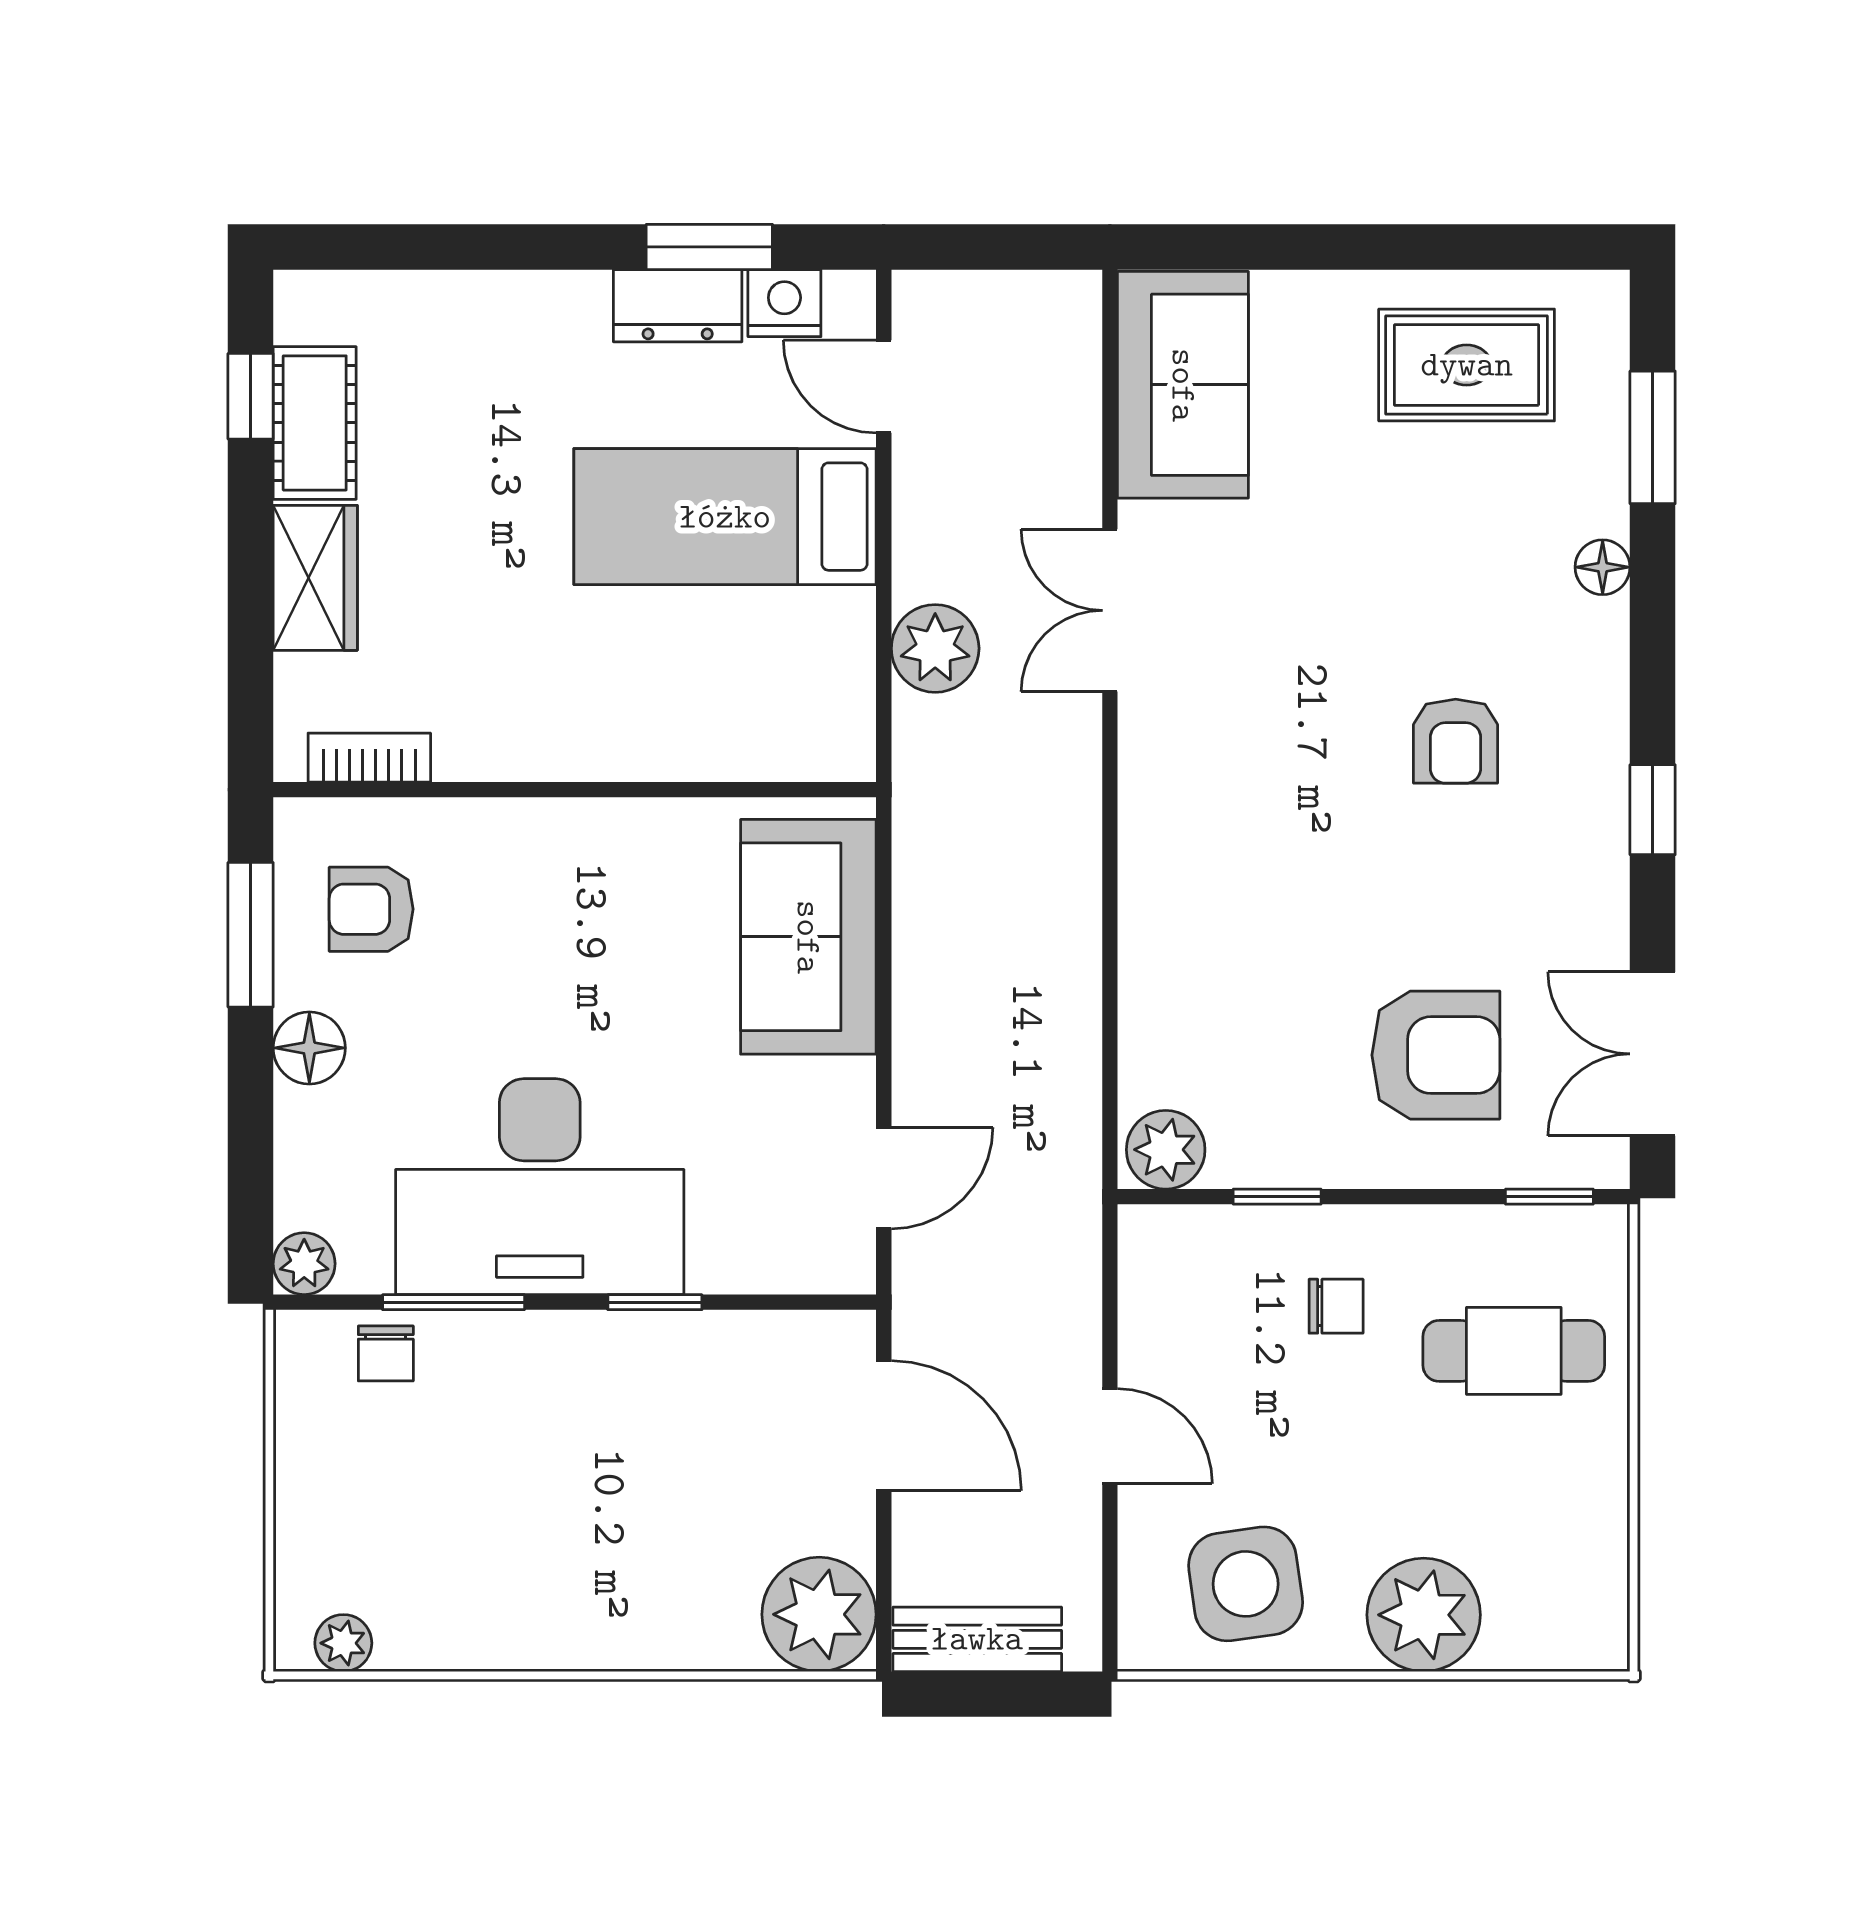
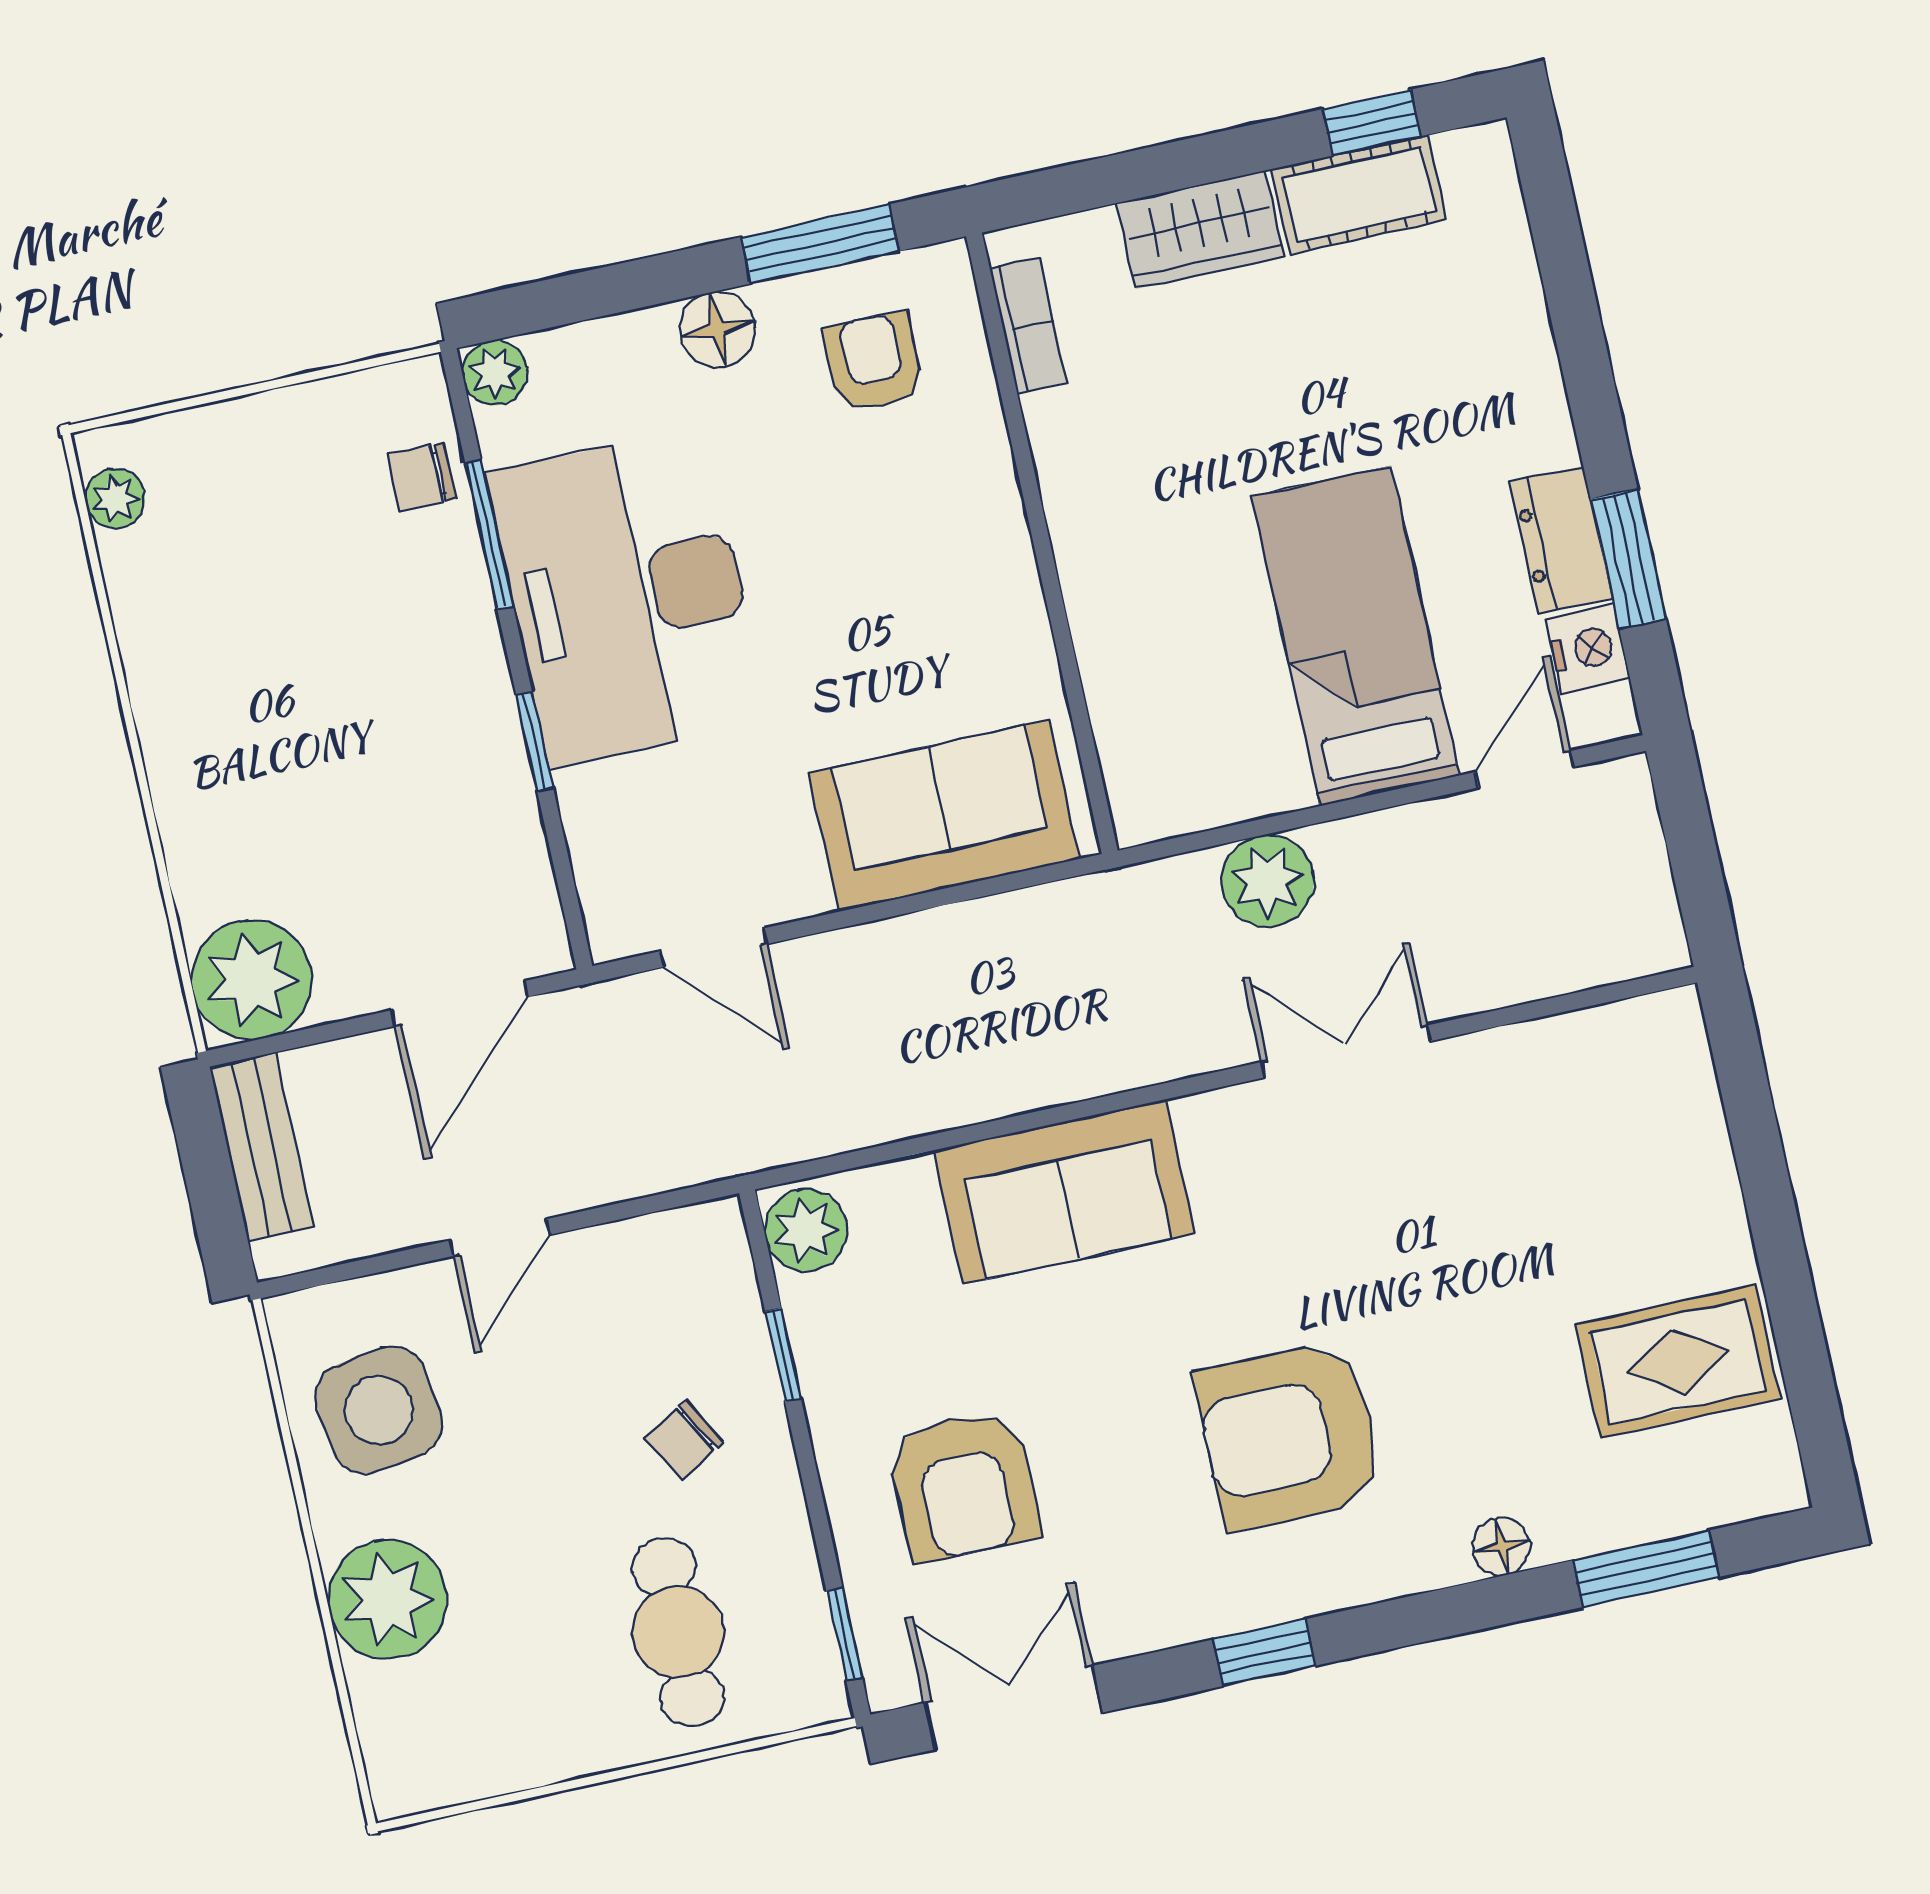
rug: (1467, 365) -> (1678, 1362), turned 90
sofa: (1183, 385) -> (1064, 1192), moved
armchair: (1456, 741) -> (1290, 1435), width x1.88, depth x1.88
chair: (1336, 1306) -> (684, 1440), turned 60

